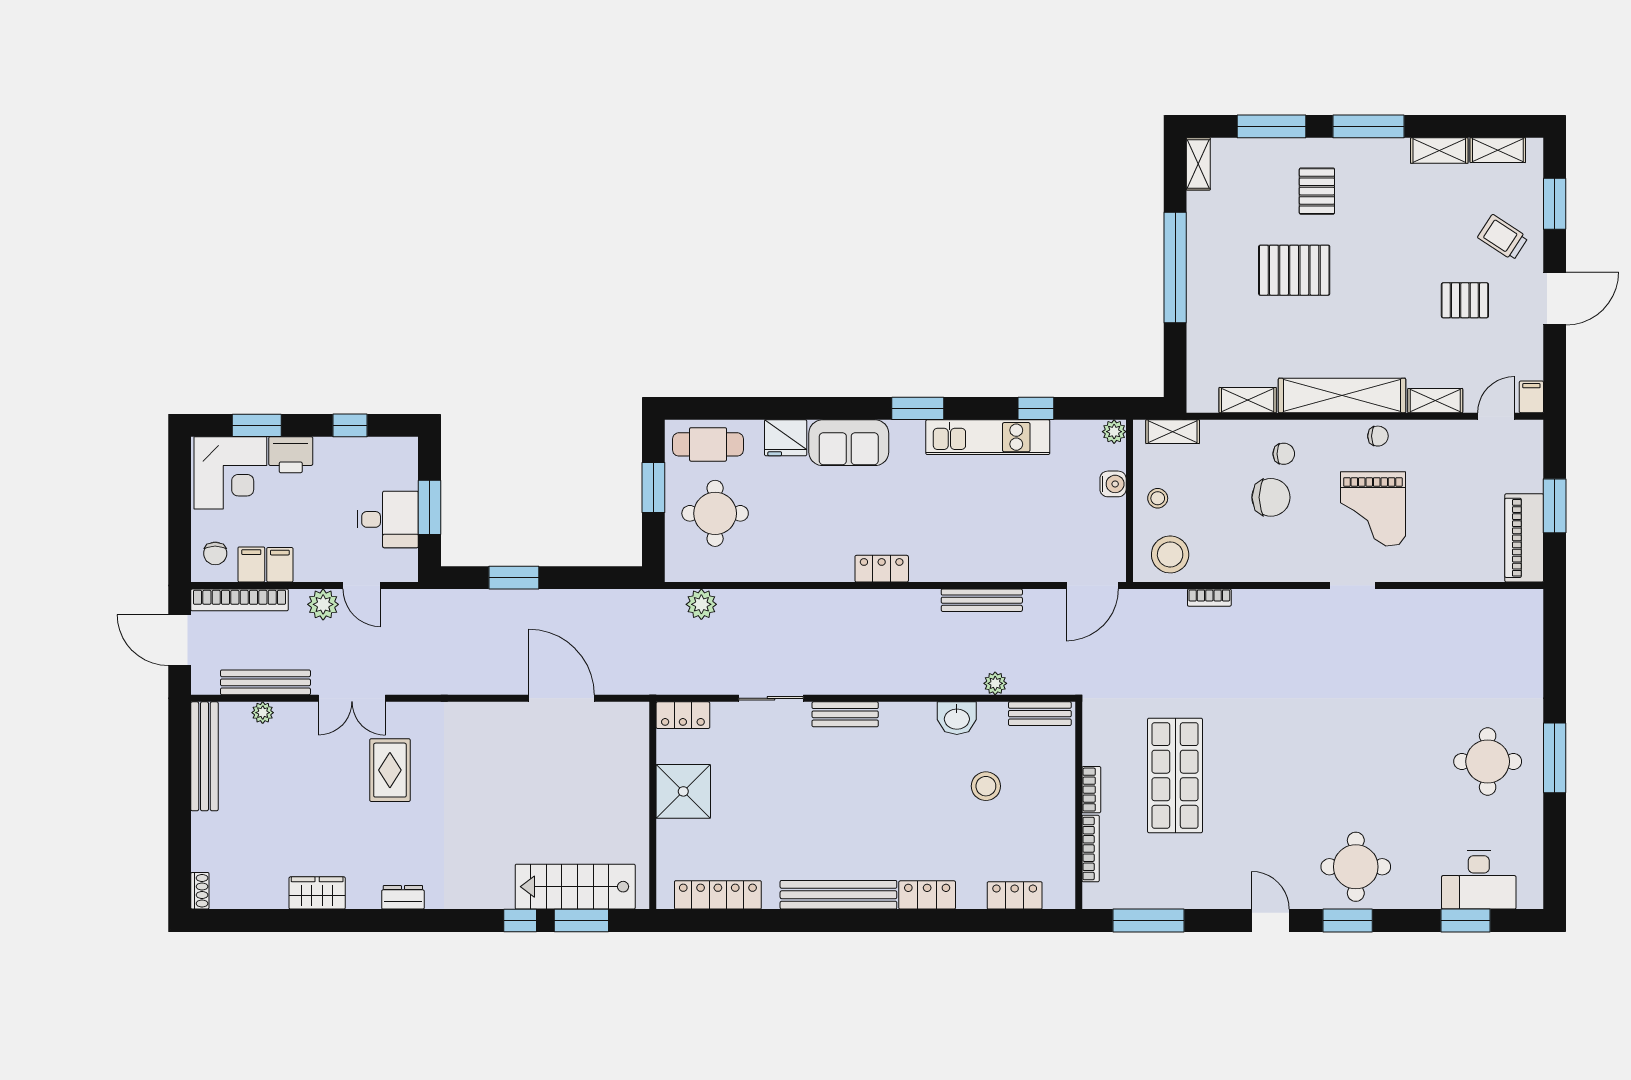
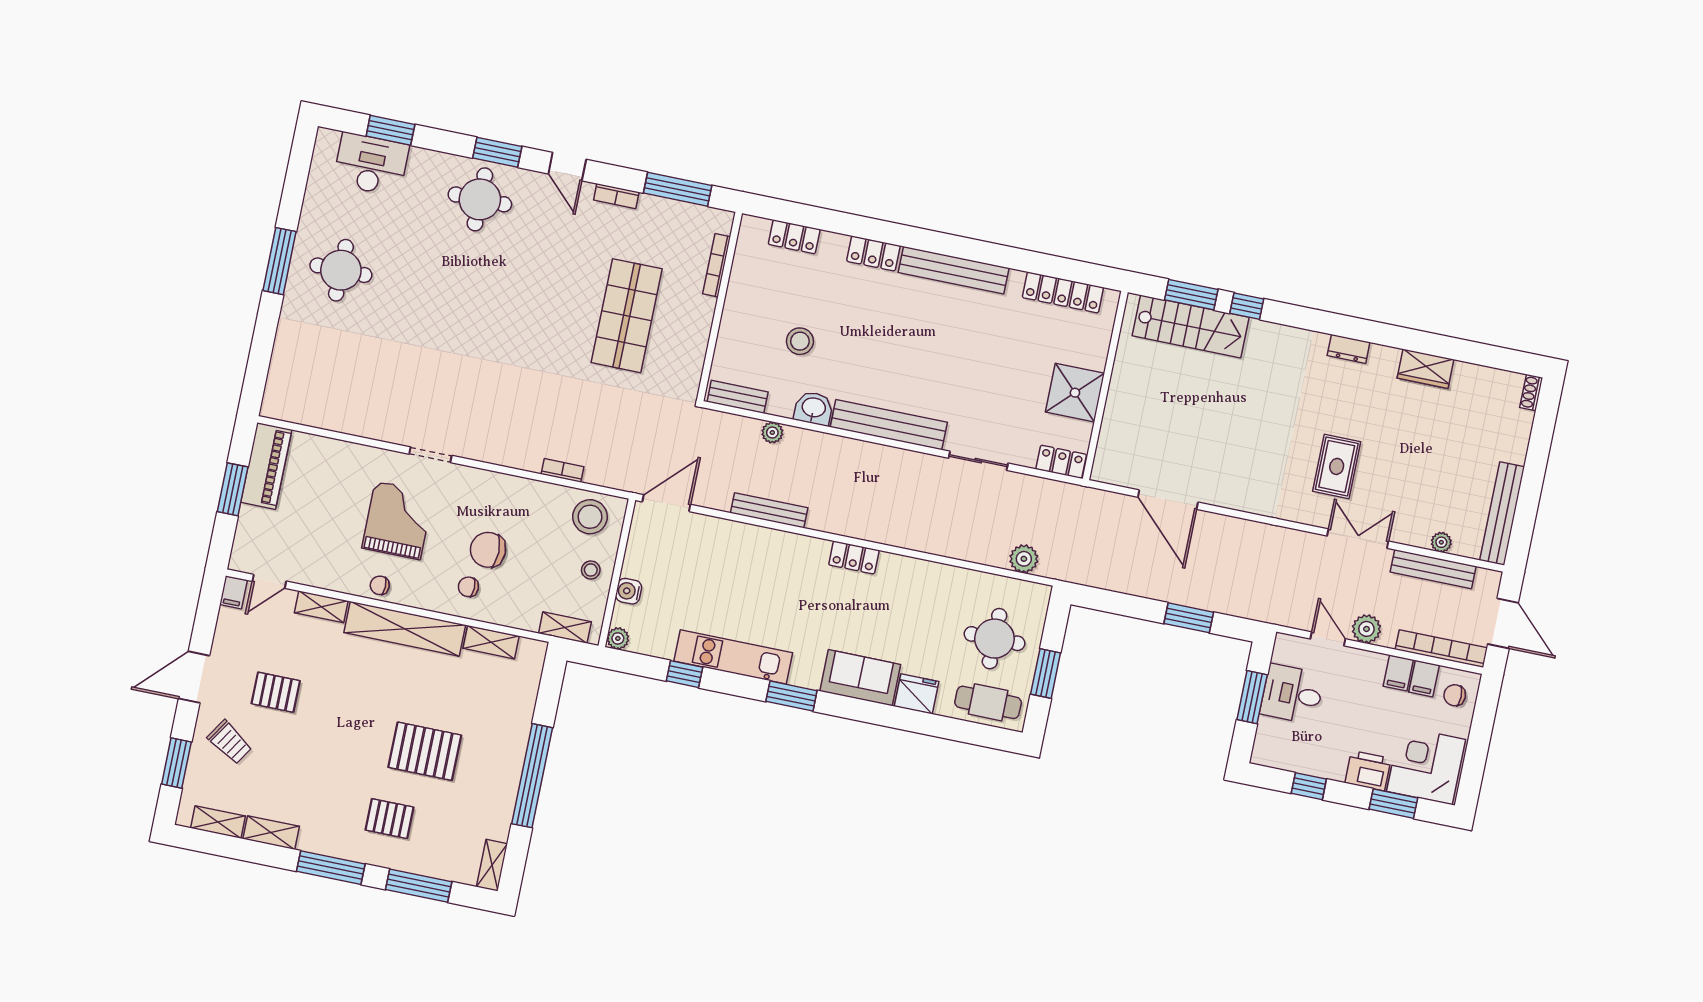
pallet: (1317, 191) -> (389, 819), turned 90
chair: (215, 553) -> (1455, 695), turned -90
bench: (845, 714) -> (889, 425), width x1.86, depth x1.21
bookcase: (1091, 790) -> (616, 196), moved, turned -90

